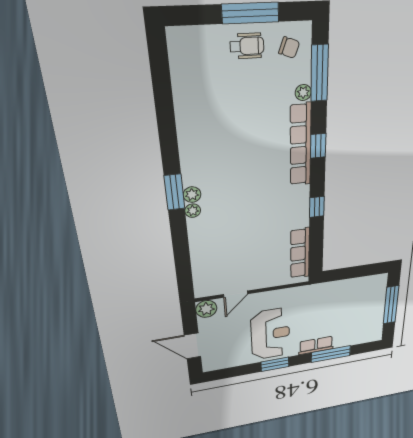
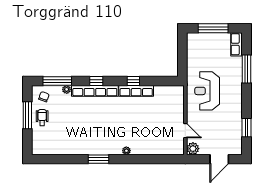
window: (174, 192) -> (98, 159), moved
plant: (192, 195) -> (117, 150), removed
row of seats: (300, 253) -> (136, 91), moved
reception desk: (270, 334) -> (207, 91), moved, turned -90
row of seats: (316, 345) -> (237, 44), moved
window: (275, 364) -> (246, 128), moved

